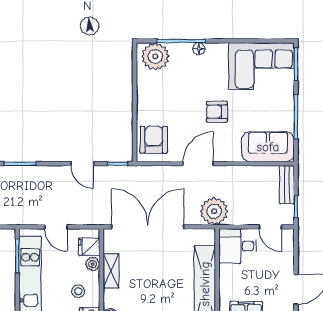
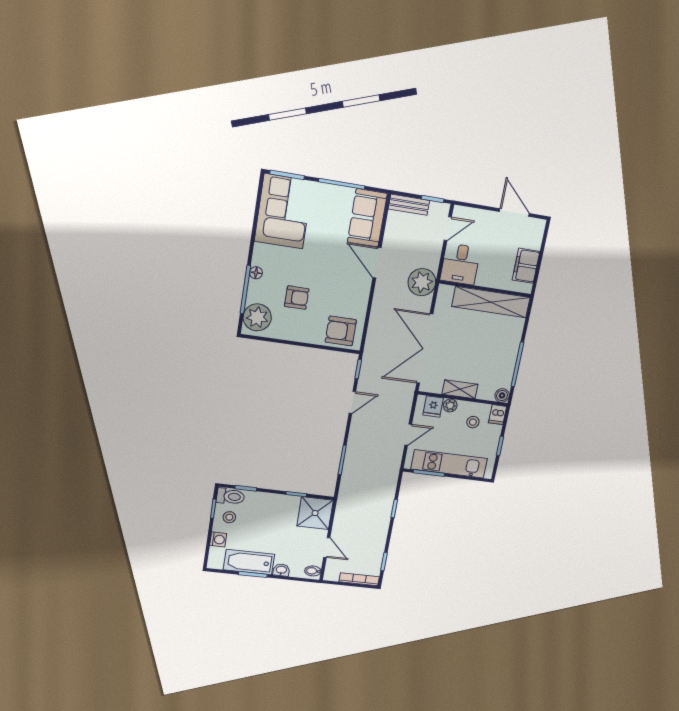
armchair: (217, 112) -> (297, 298), moved, turned -90
door: (198, 164) -> (377, 263), moved

